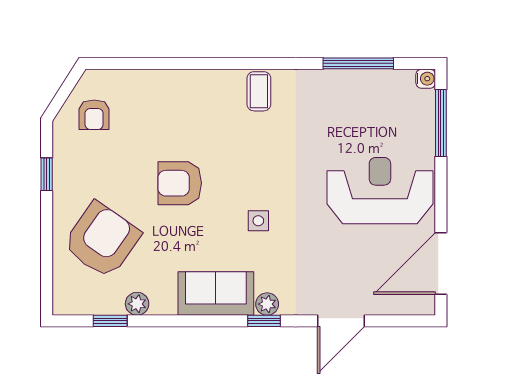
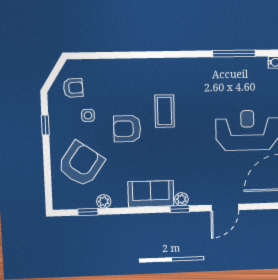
coffee table: (259, 91) -> (165, 111), moved, width x1.36, depth x1.30
armchair: (94, 115) -> (73, 88), turned -93
side table: (258, 221) -> (88, 115), moved

